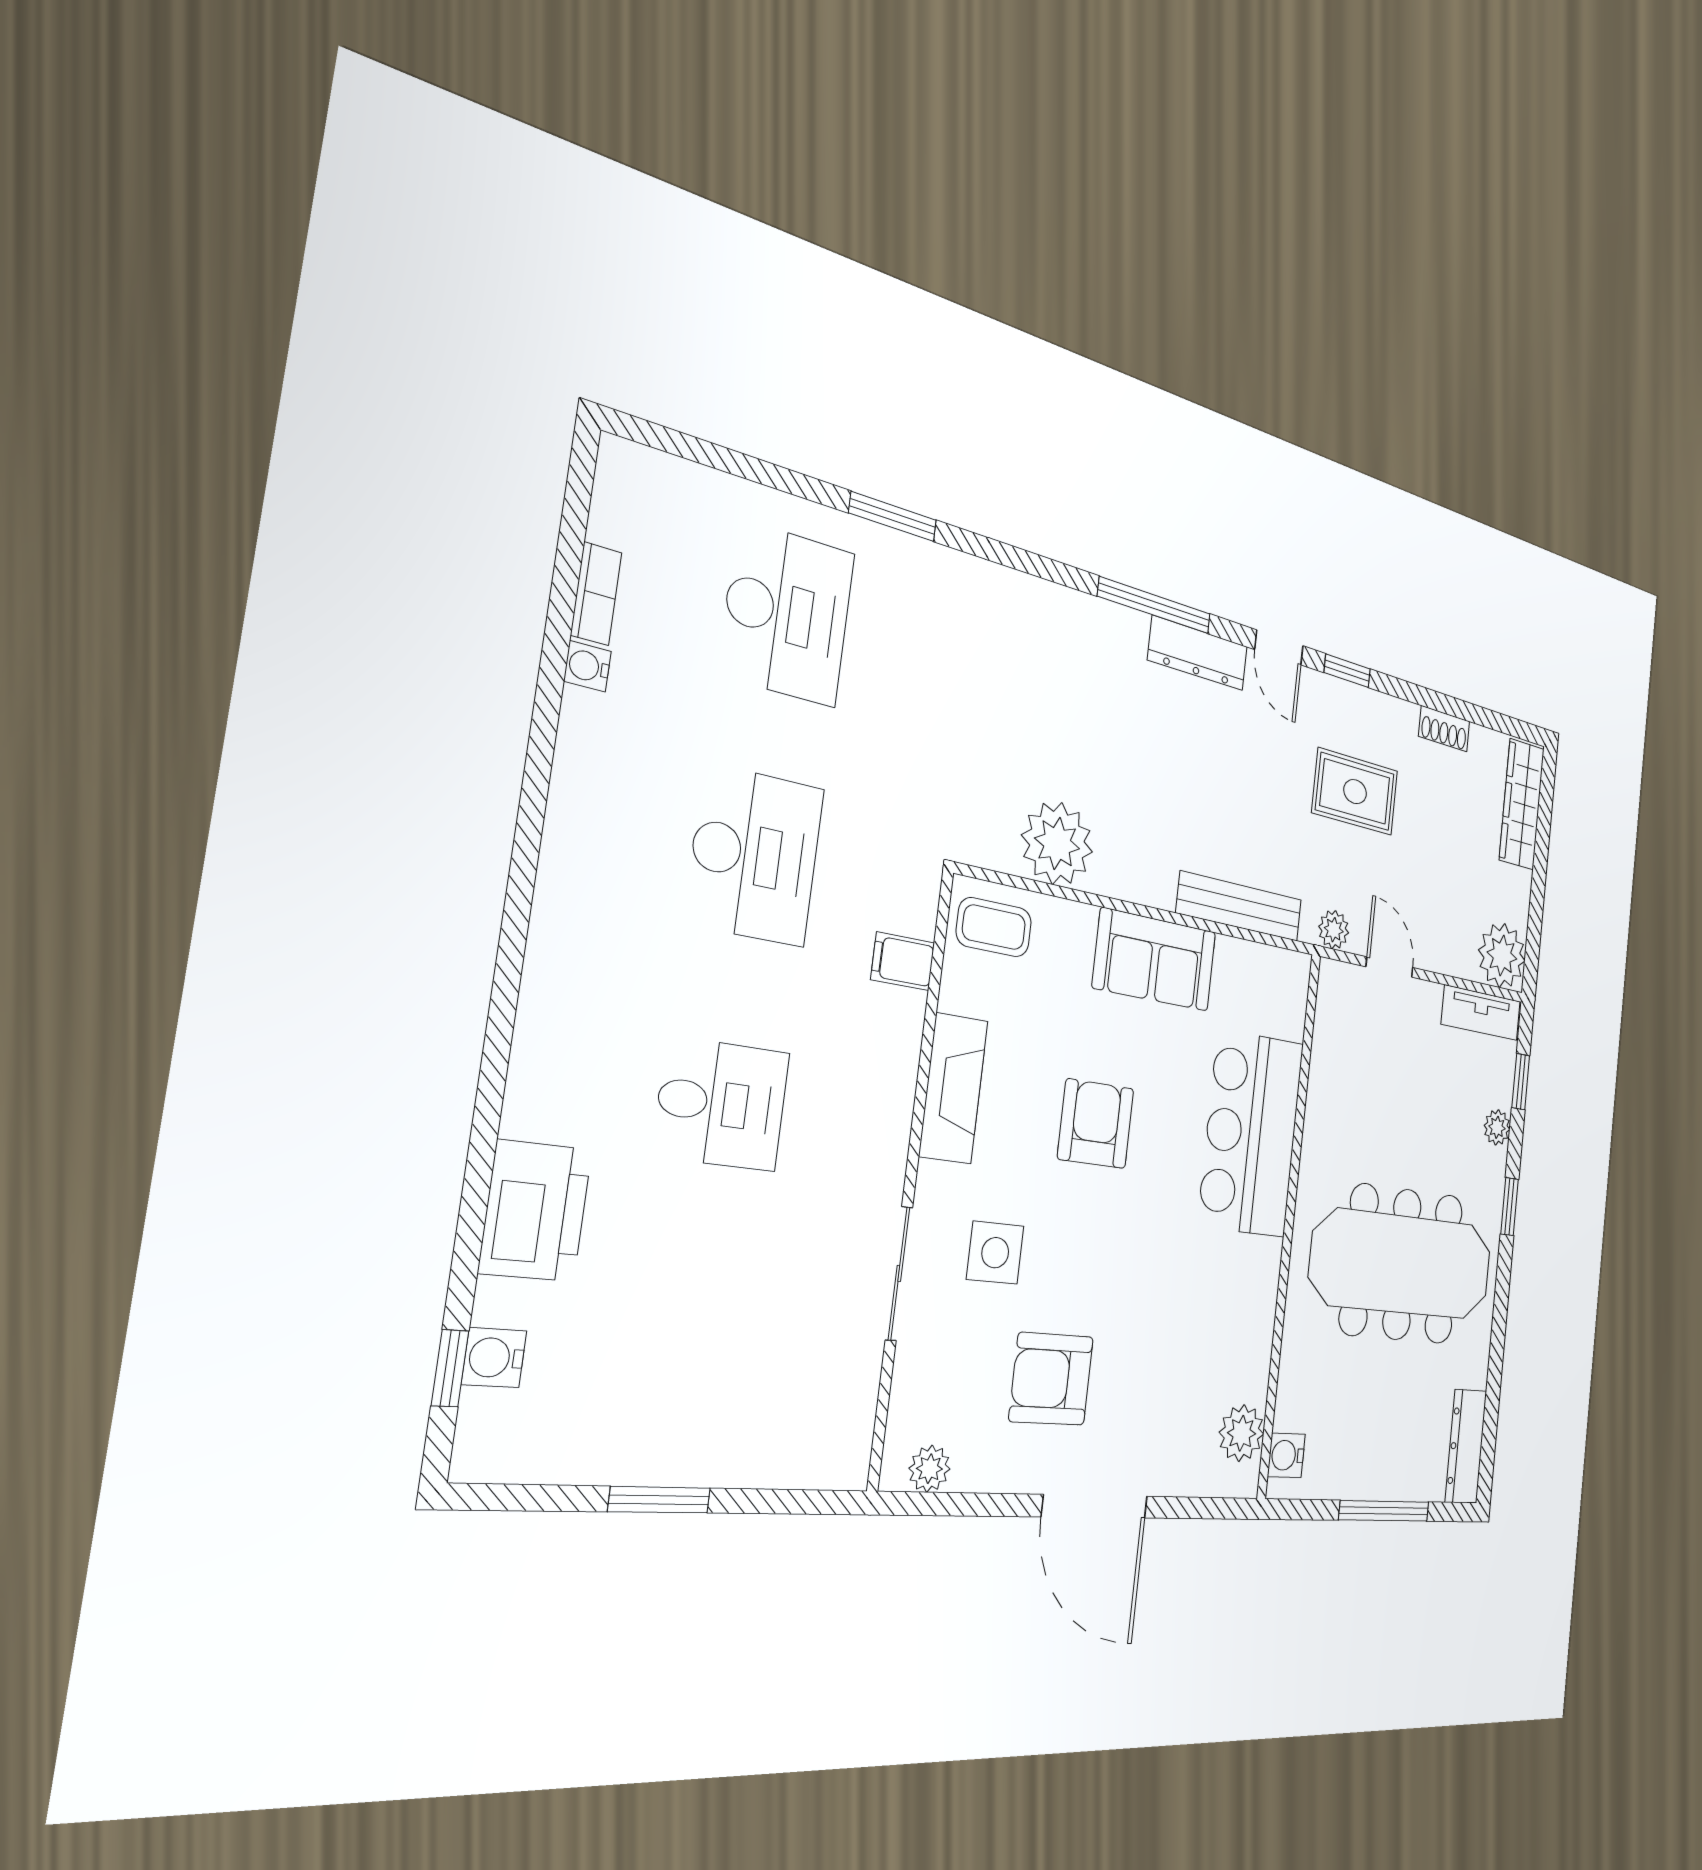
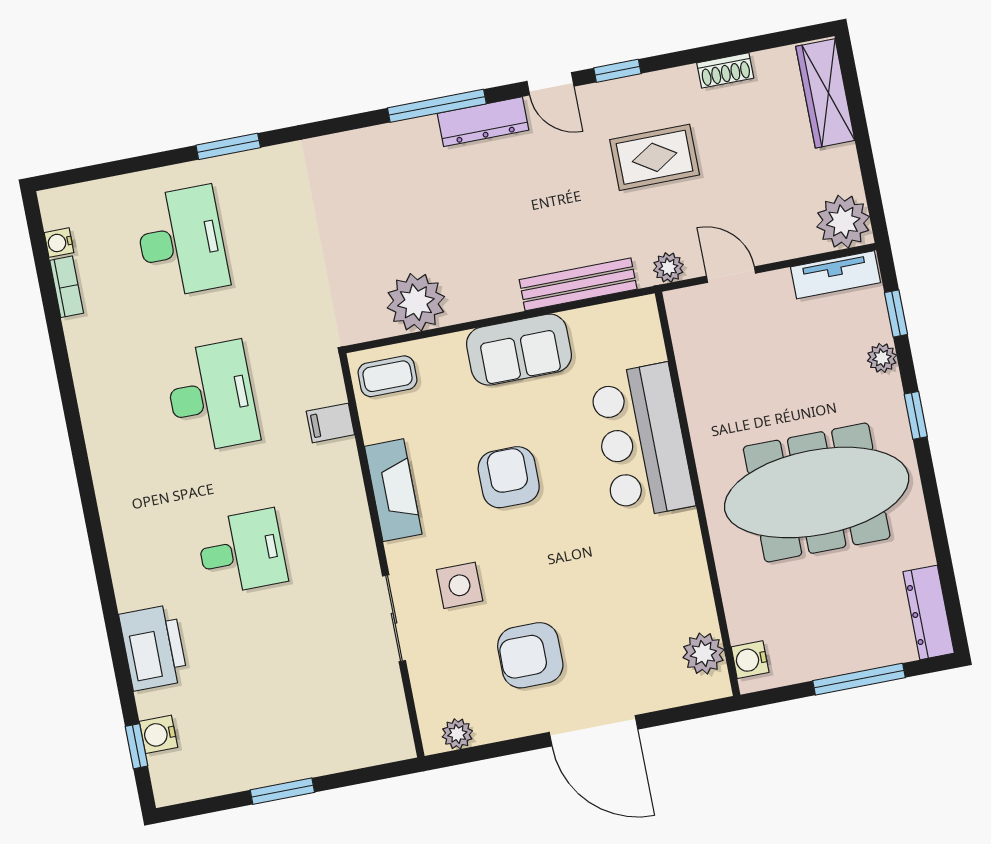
water cooler: (587, 666) -> (59, 243), moved

